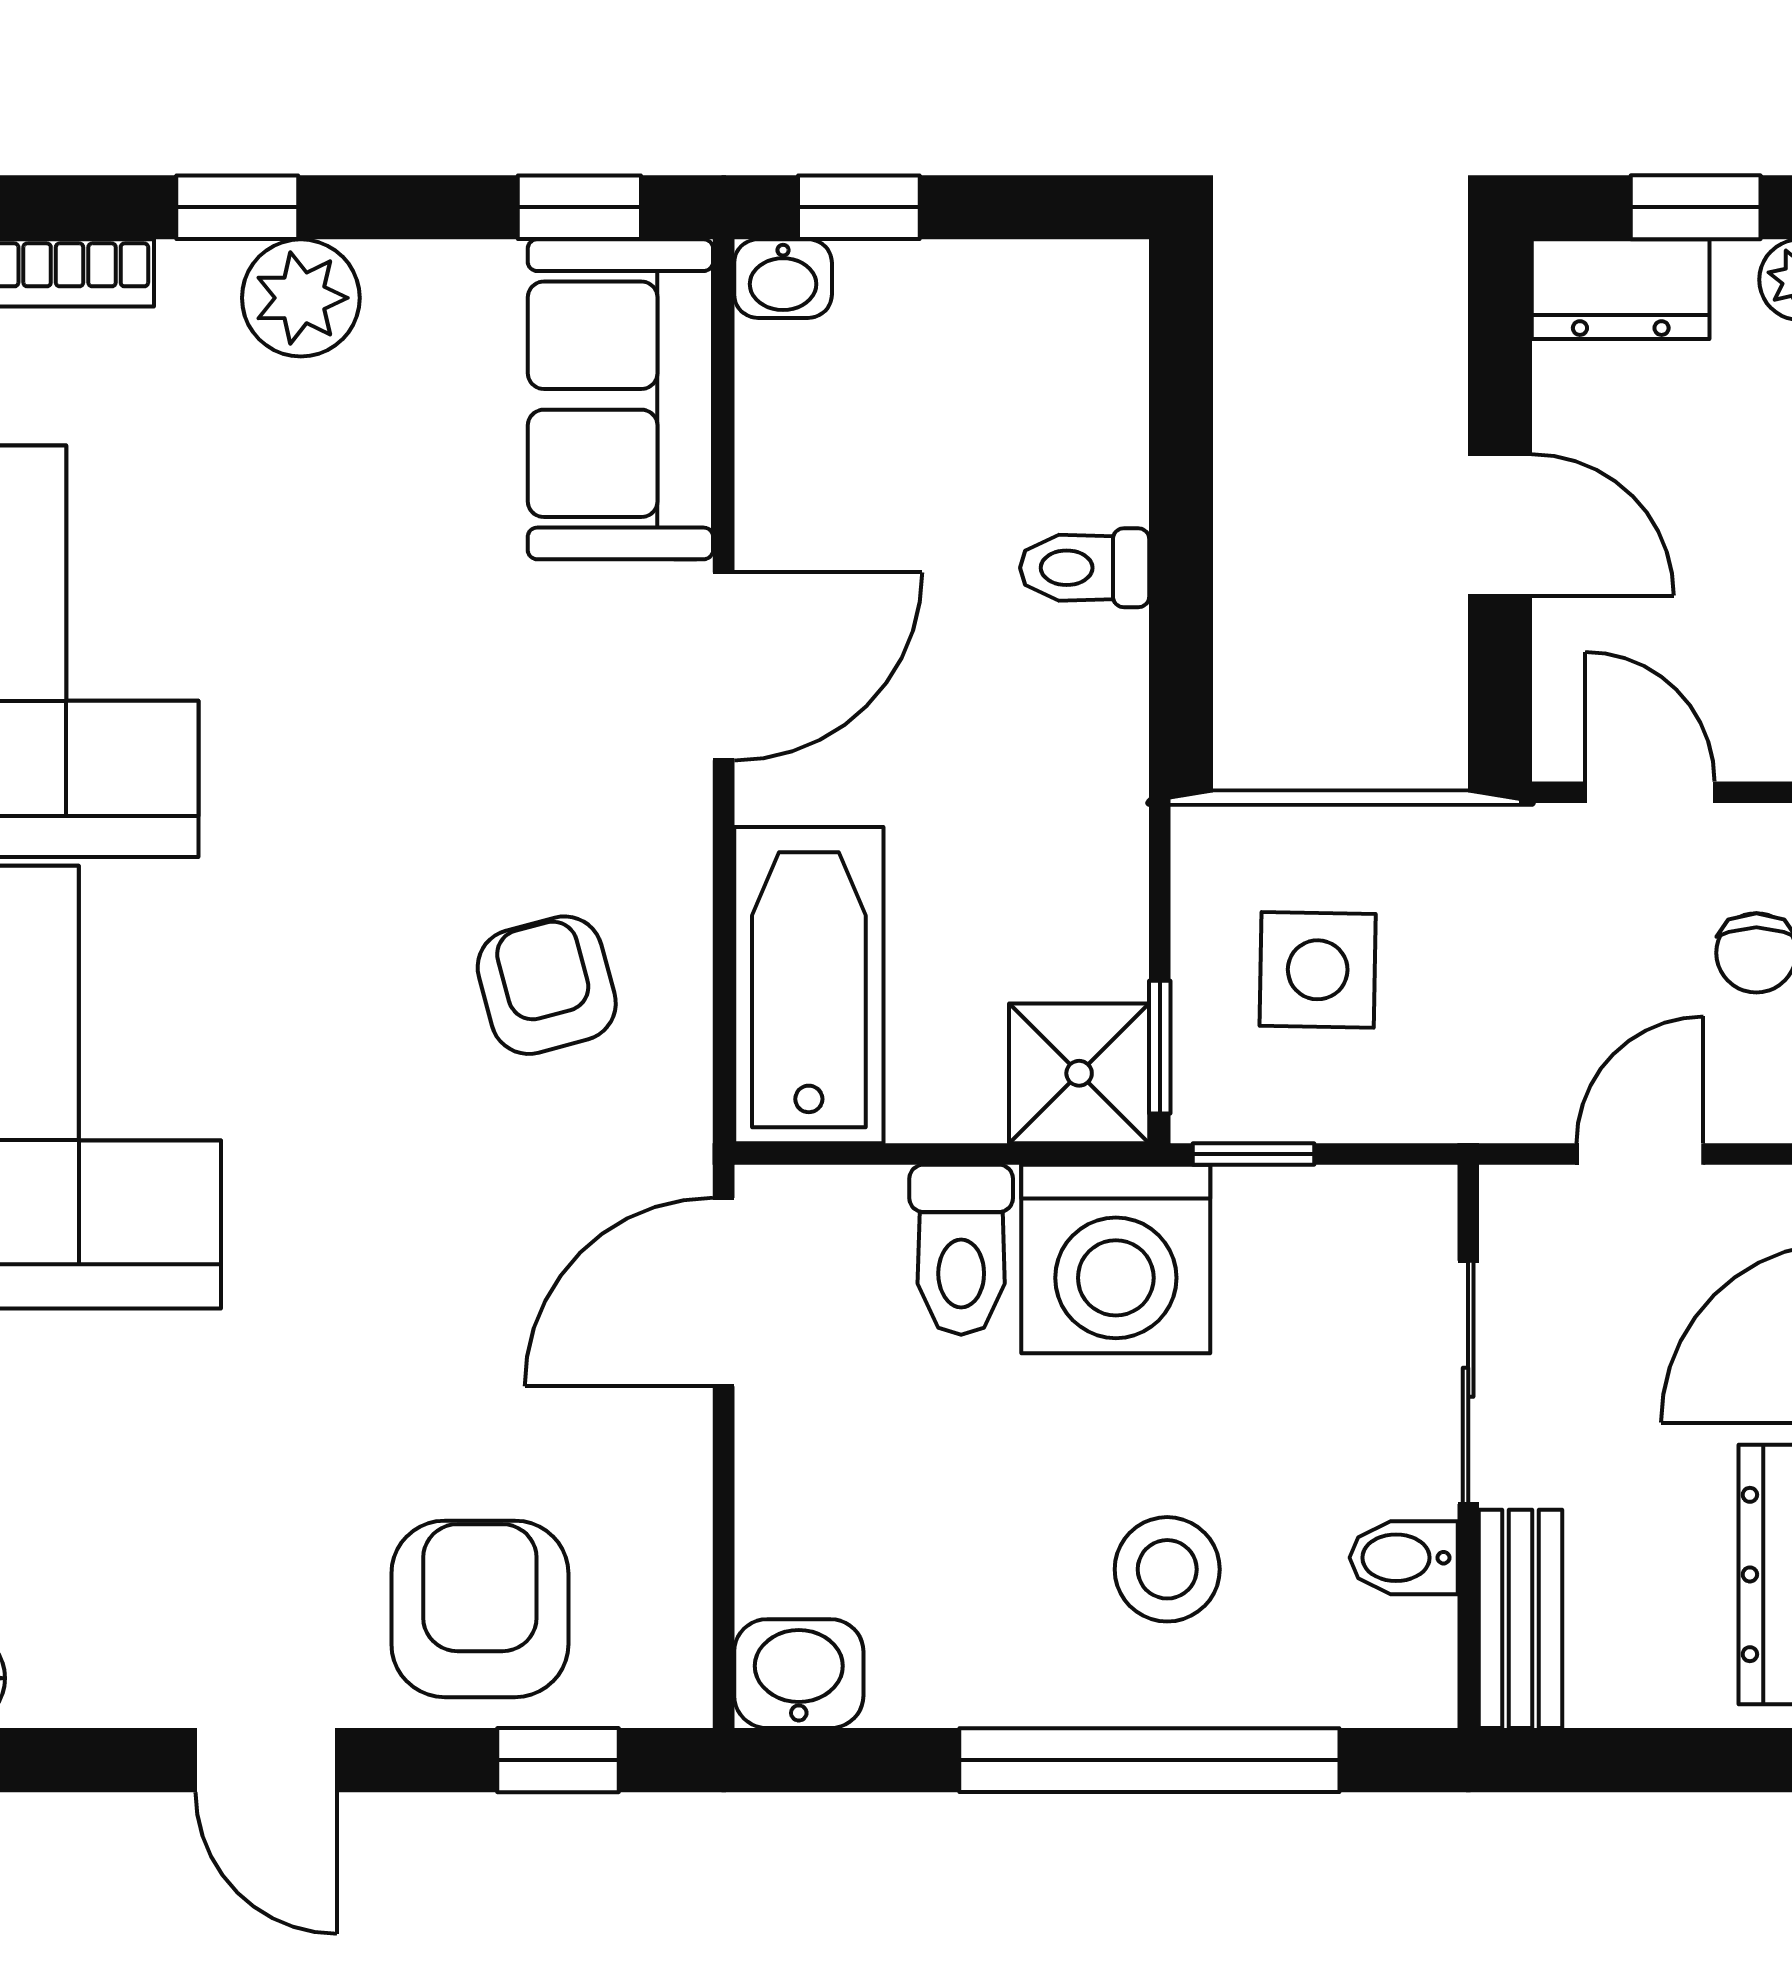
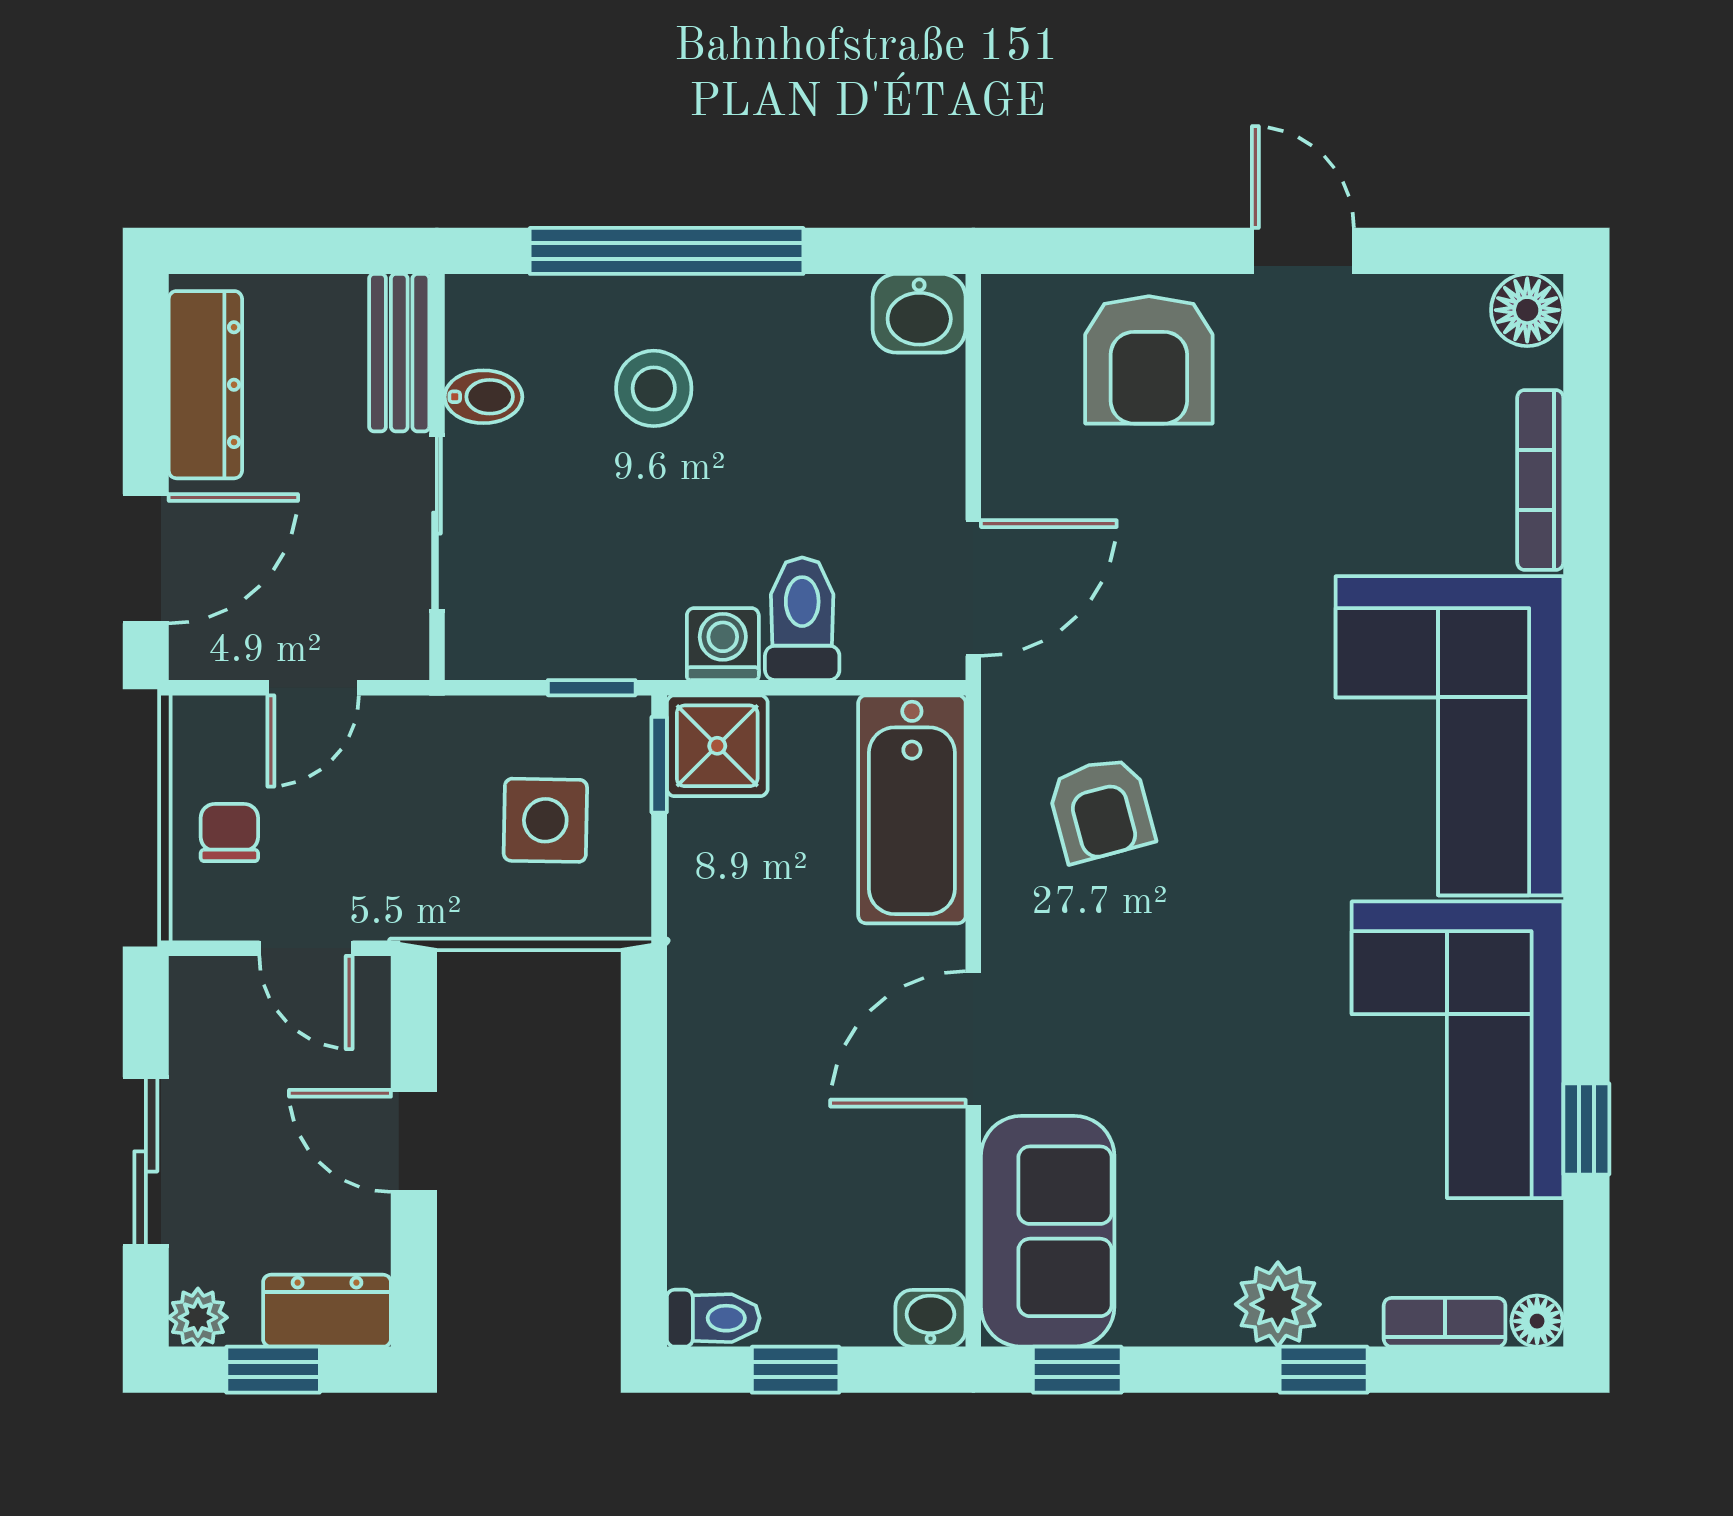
window: (859, 207) -> (796, 1370), moved
toilet: (1085, 568) -> (713, 1318), moved
washing machine: (1116, 1259) -> (723, 644), width x0.53, depth x0.53
window: (558, 1760) -> (1093, 251), removed

